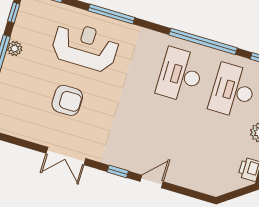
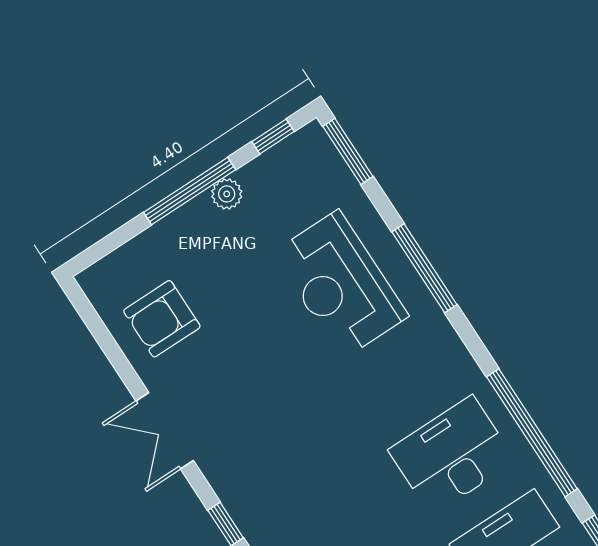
reception desk: (85, 46) -> (340, 284), turned 180
armchair: (67, 100) -> (162, 319), moved, turned 90

